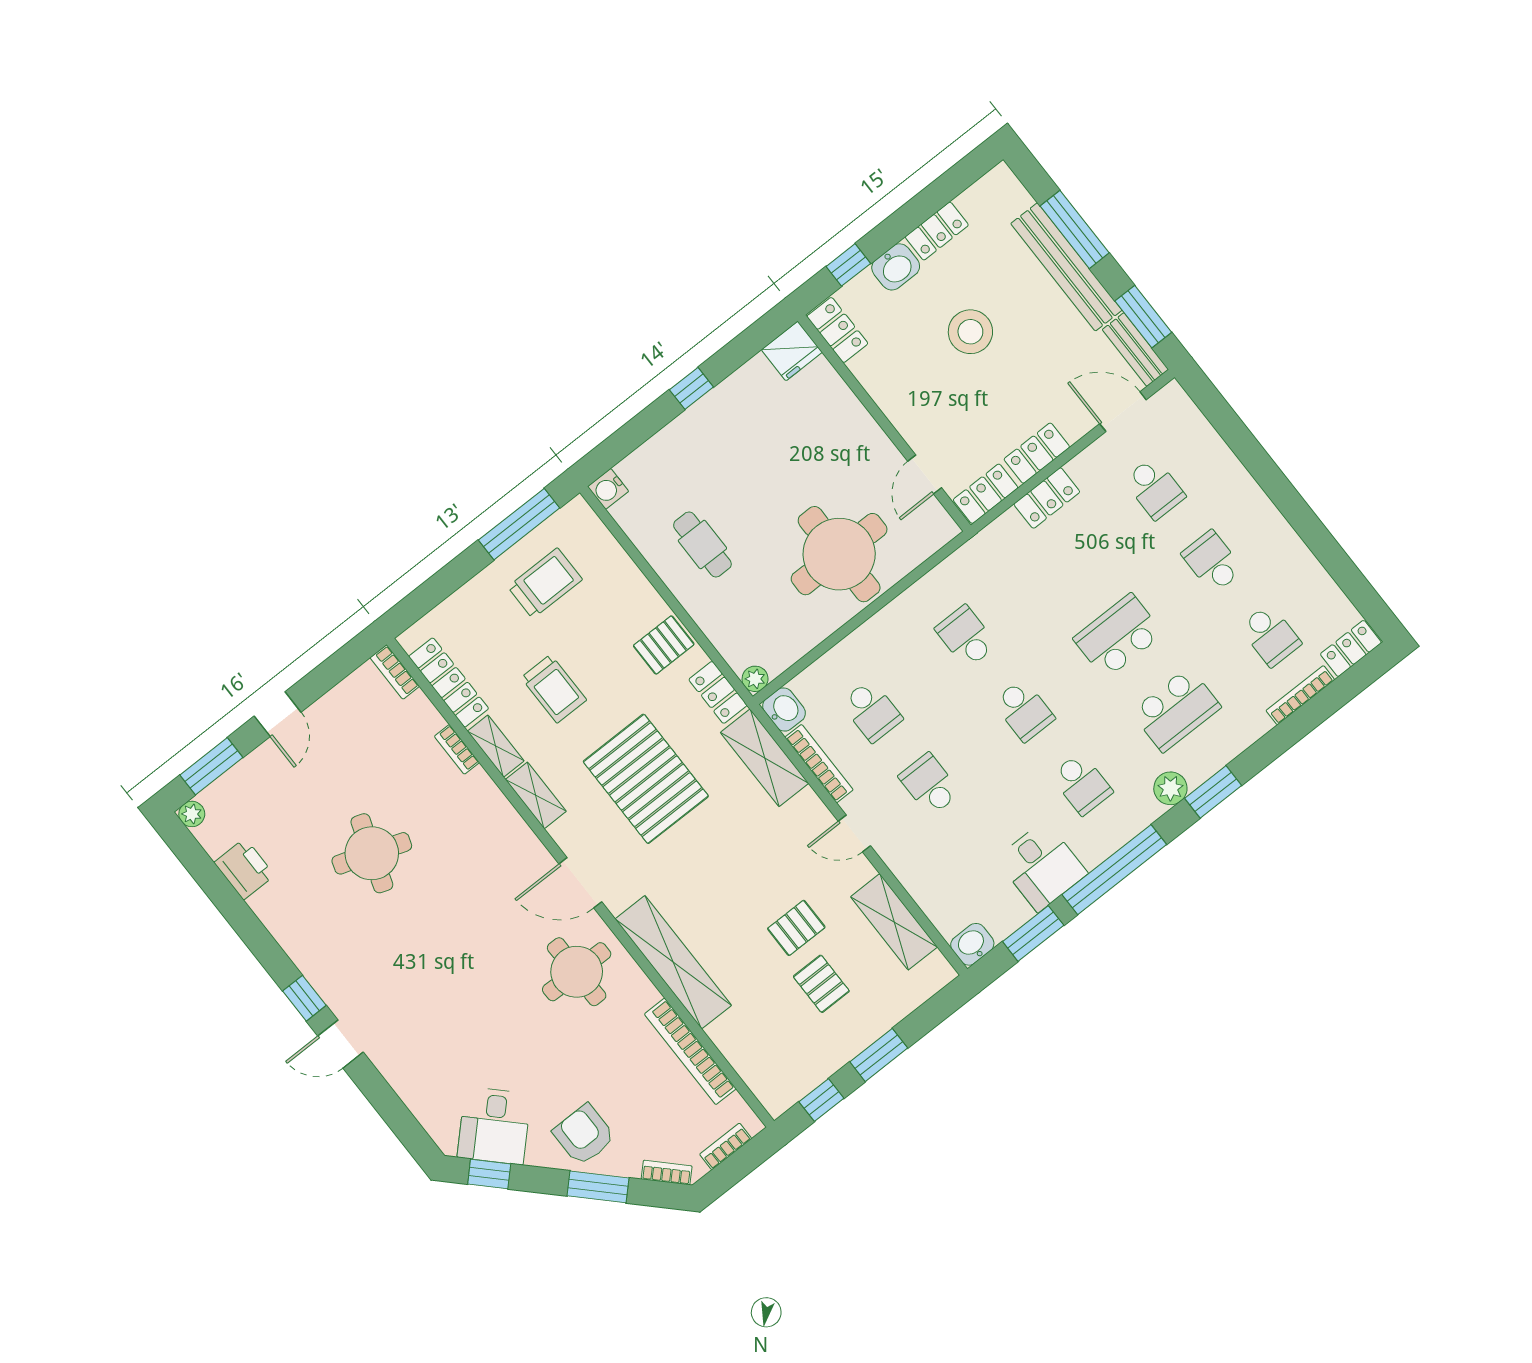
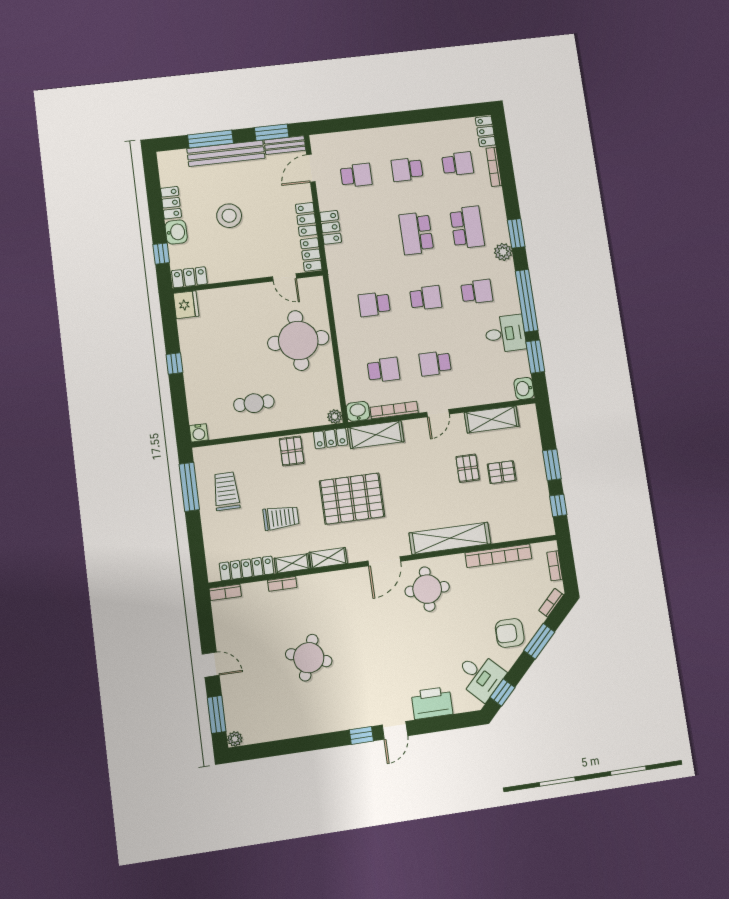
printer: (244, 869) -> (432, 703), moved, width x1.37, depth x1.19

